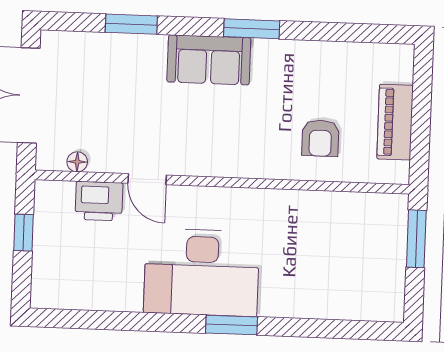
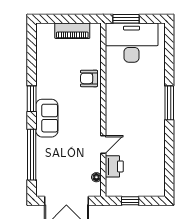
window: (131, 24) -> (32, 155), width x2.11
armchair: (320, 138) -> (89, 78), moved, turned 180
desk: (202, 272) -> (132, 43), moved, turned -90
window: (231, 325) -> (169, 103), width x1.44

